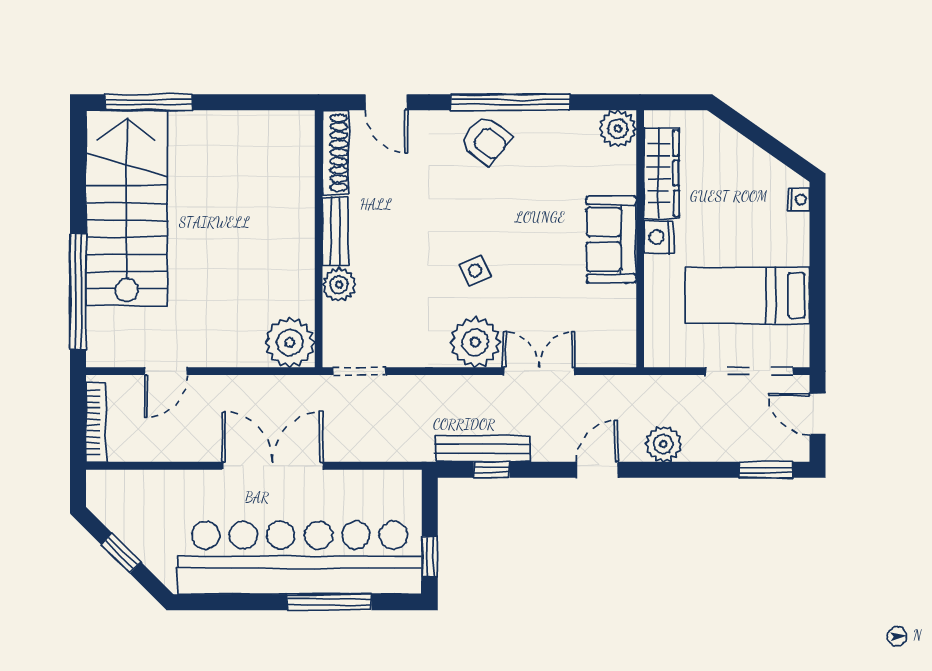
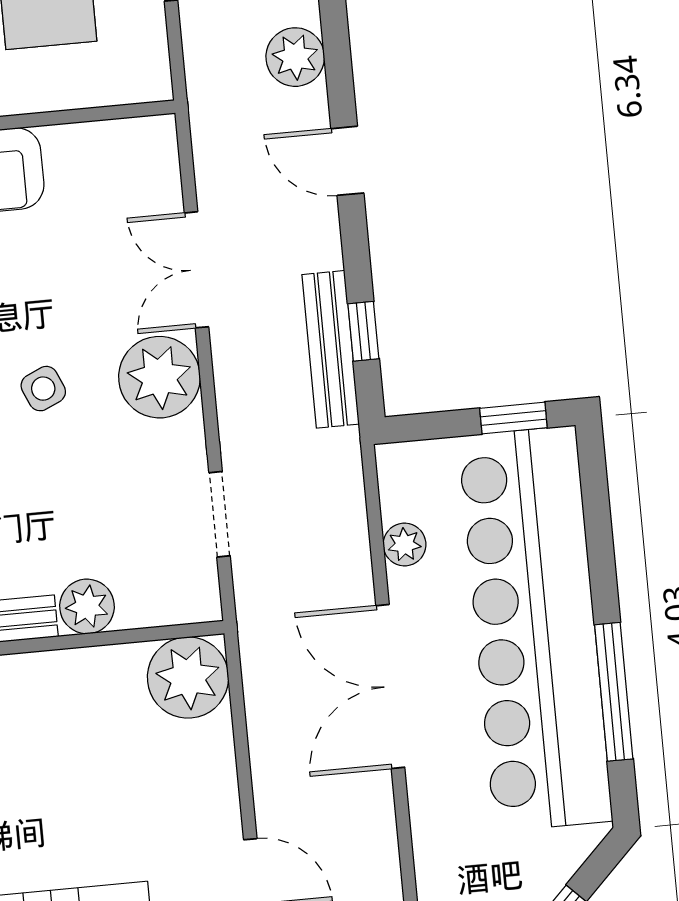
doorway: (359, 371) -> (220, 514), moved
plant: (359, 483) -> (405, 544), added
window: (329, 602) -> (614, 692), moved

